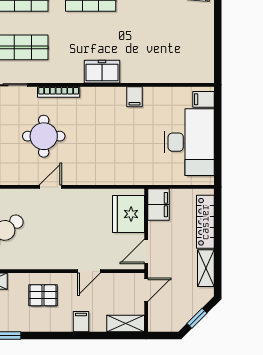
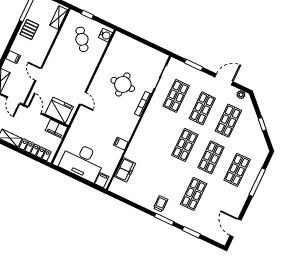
freezer: (102, 72) -> (125, 170), moved
door: (50, 187) -> (83, 98), moved
pallet: (43, 295) -> (29, 30), moved

